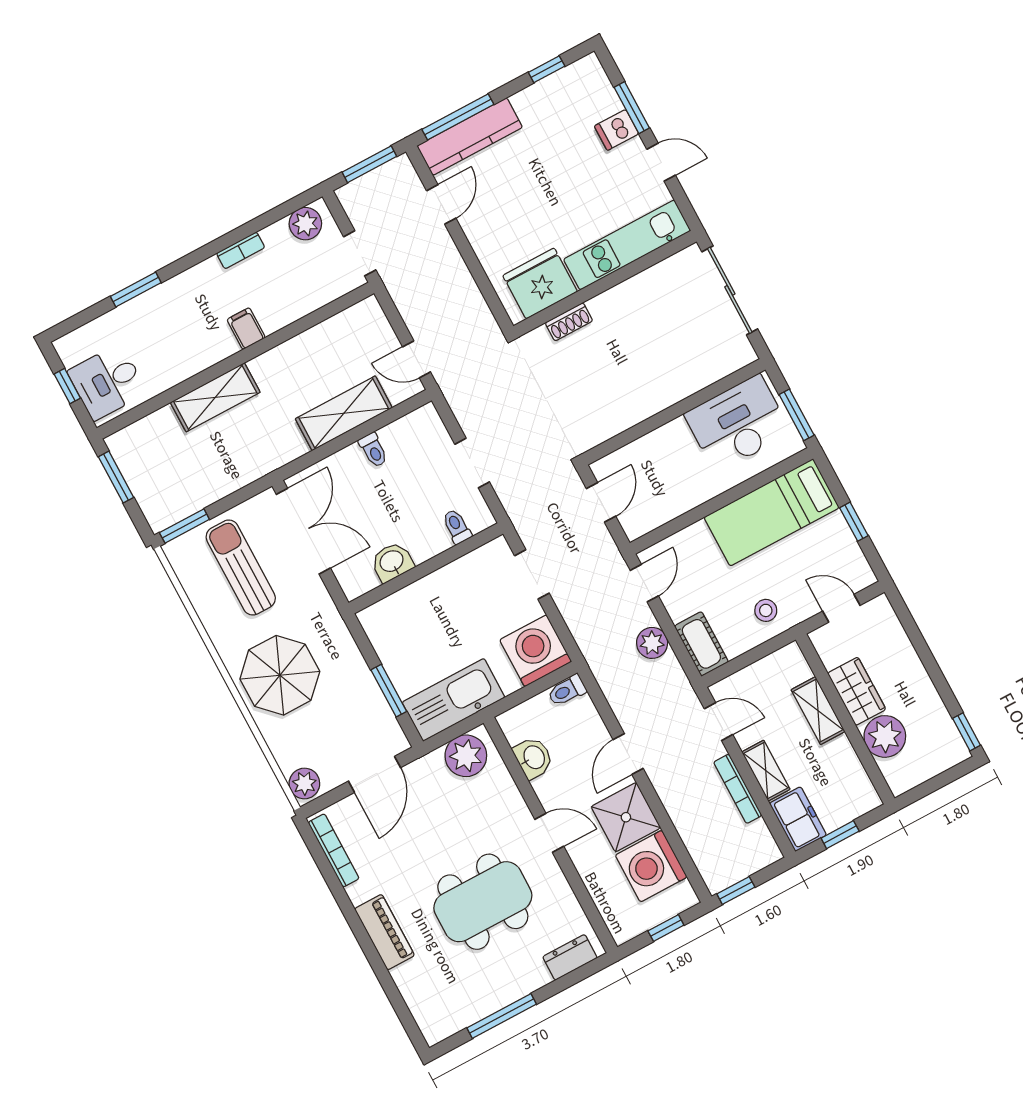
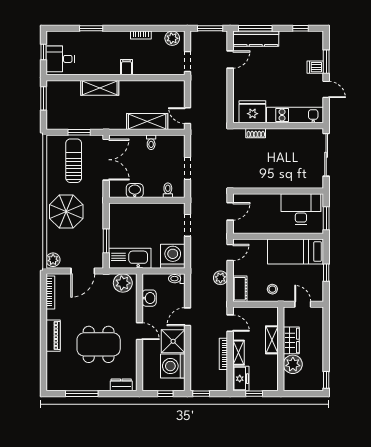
window: (184, 526) -> (79, 132), moved

